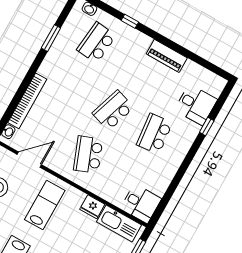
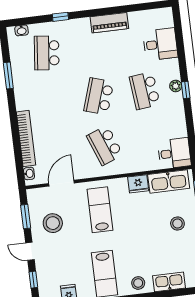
window: (207, 127) -> (186, 90), moved
plant: (183, 149) -> (176, 86), added

